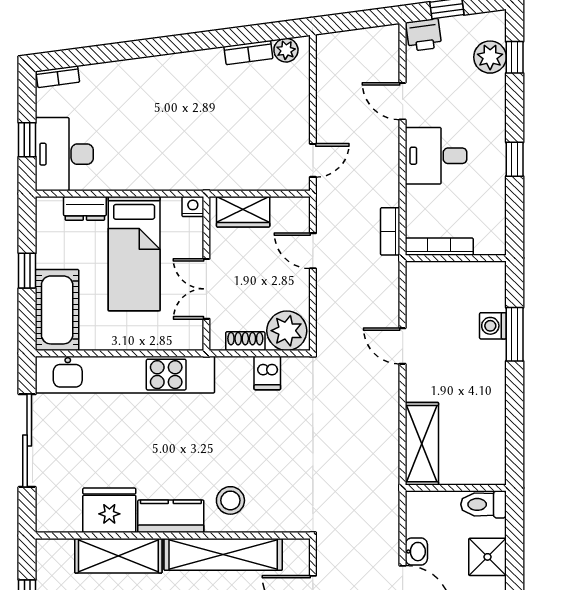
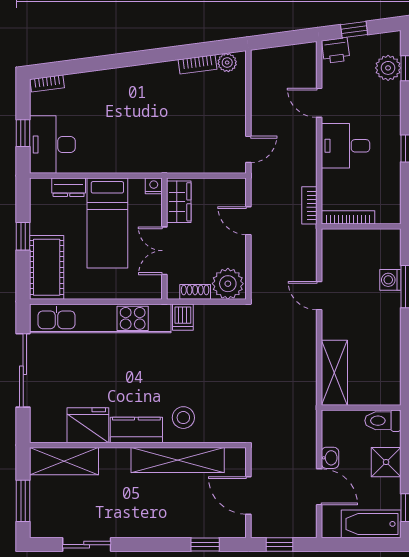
wardrobe: (243, 212) -> (179, 202), moved, turned -90
dishwasher: (267, 373) -> (183, 317), moved
shelving: (118, 556) -> (64, 461), moved

